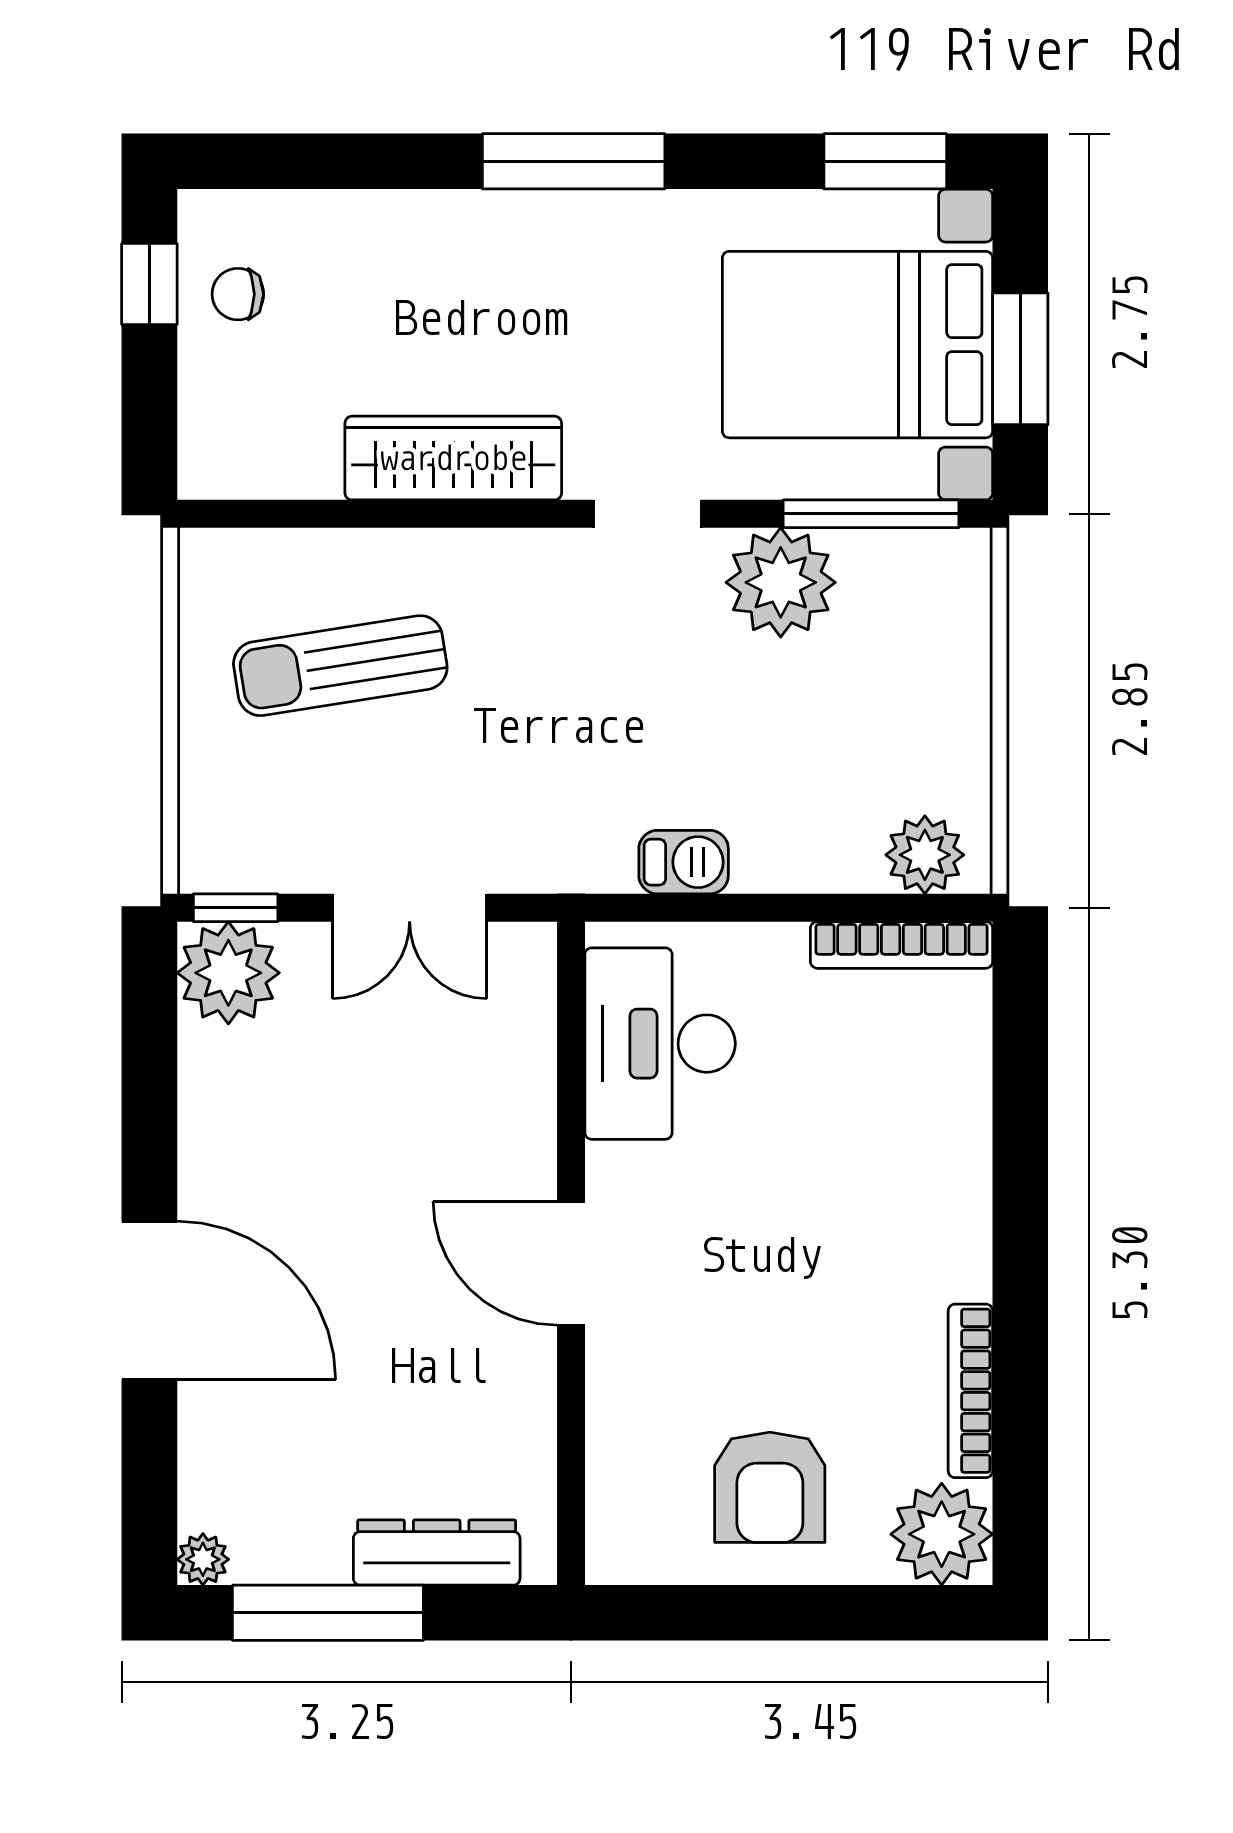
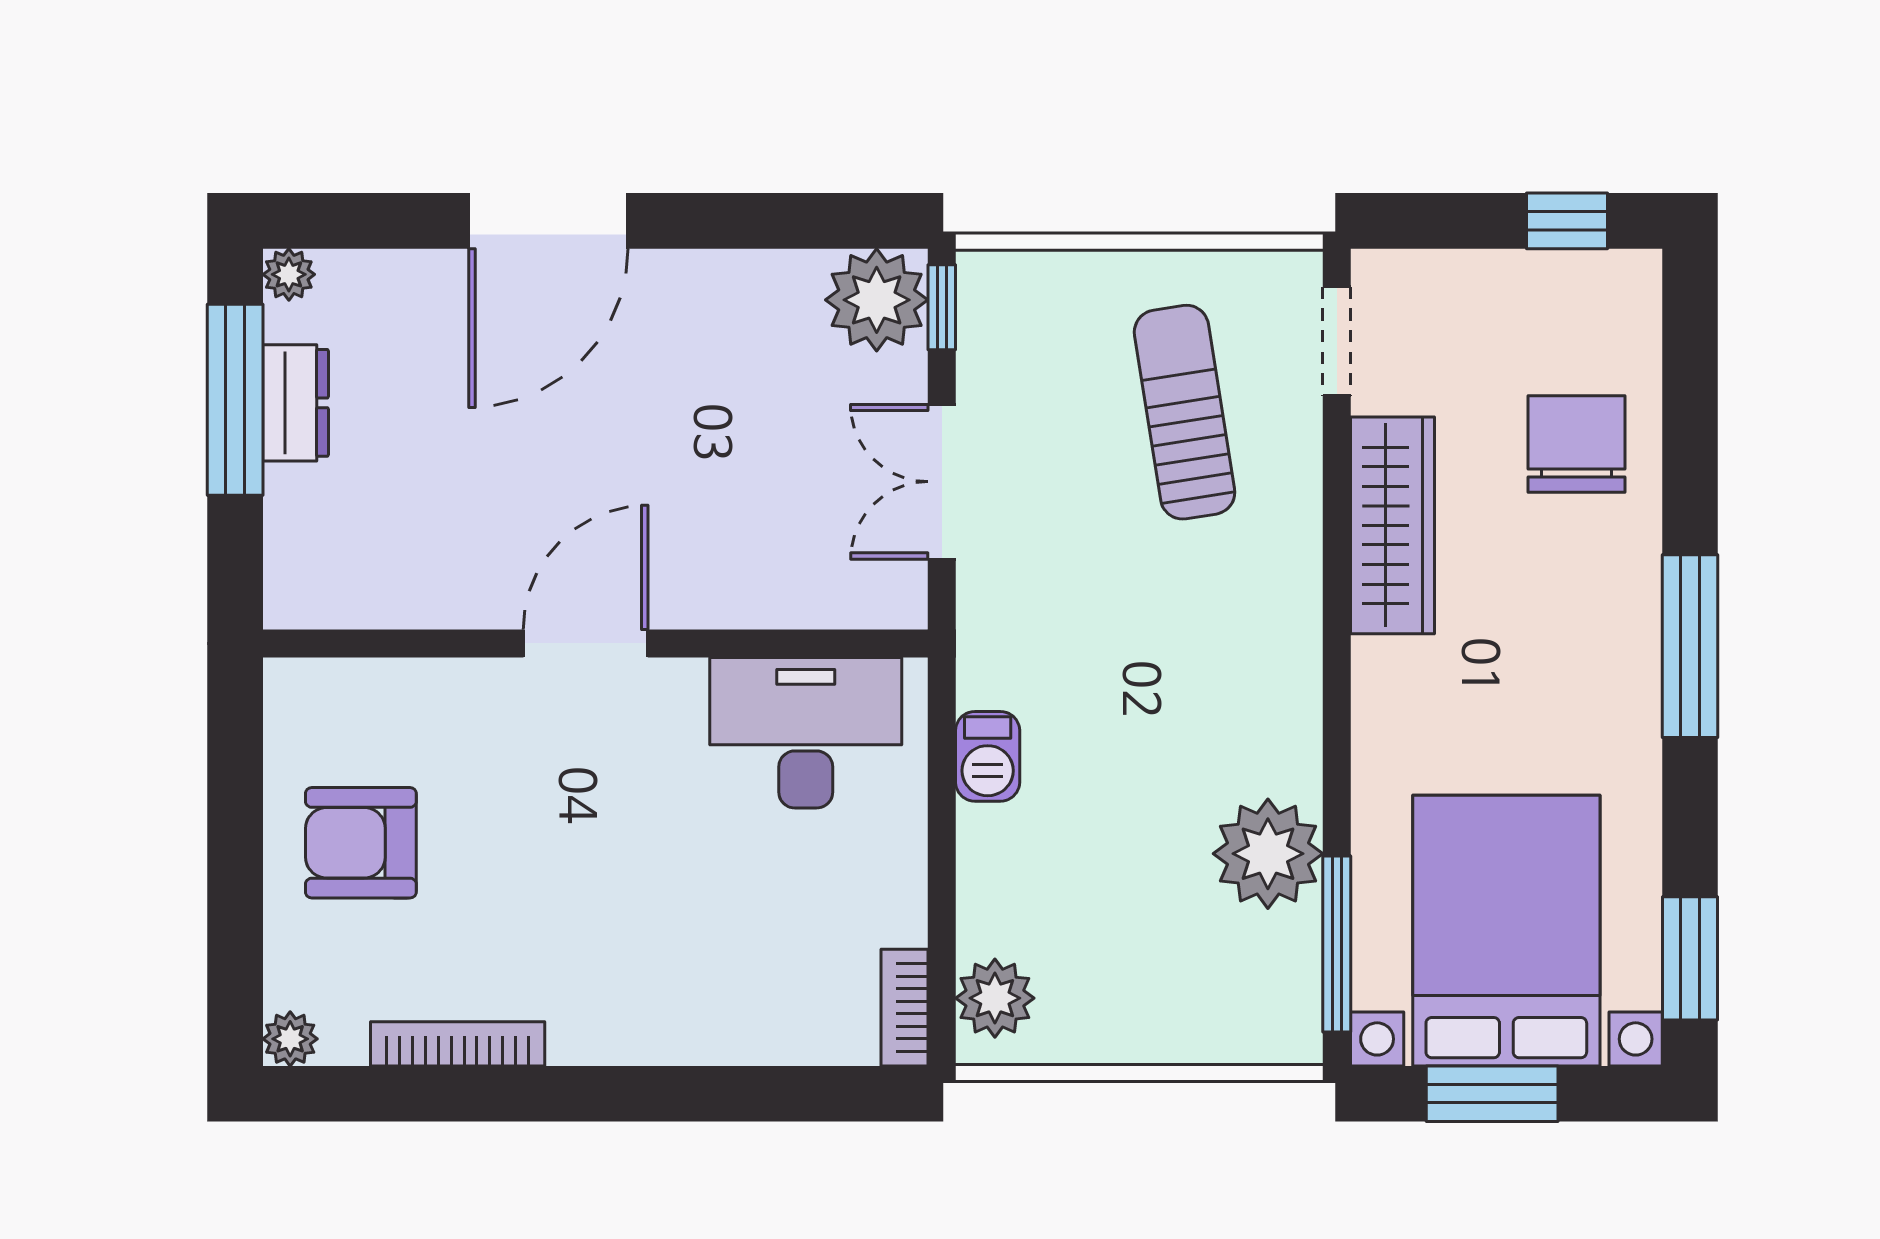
chair: (238, 294) -> (1576, 444), moved, width x1.87, depth x1.87
doorway: (647, 514) -> (1337, 341), moved
bookcase: (902, 945) -> (905, 1008), width x0.64
plant: (942, 1534) -> (290, 1039), width x0.53, depth x0.53
dresser: (437, 1553) -> (296, 403), moved, width x0.70

